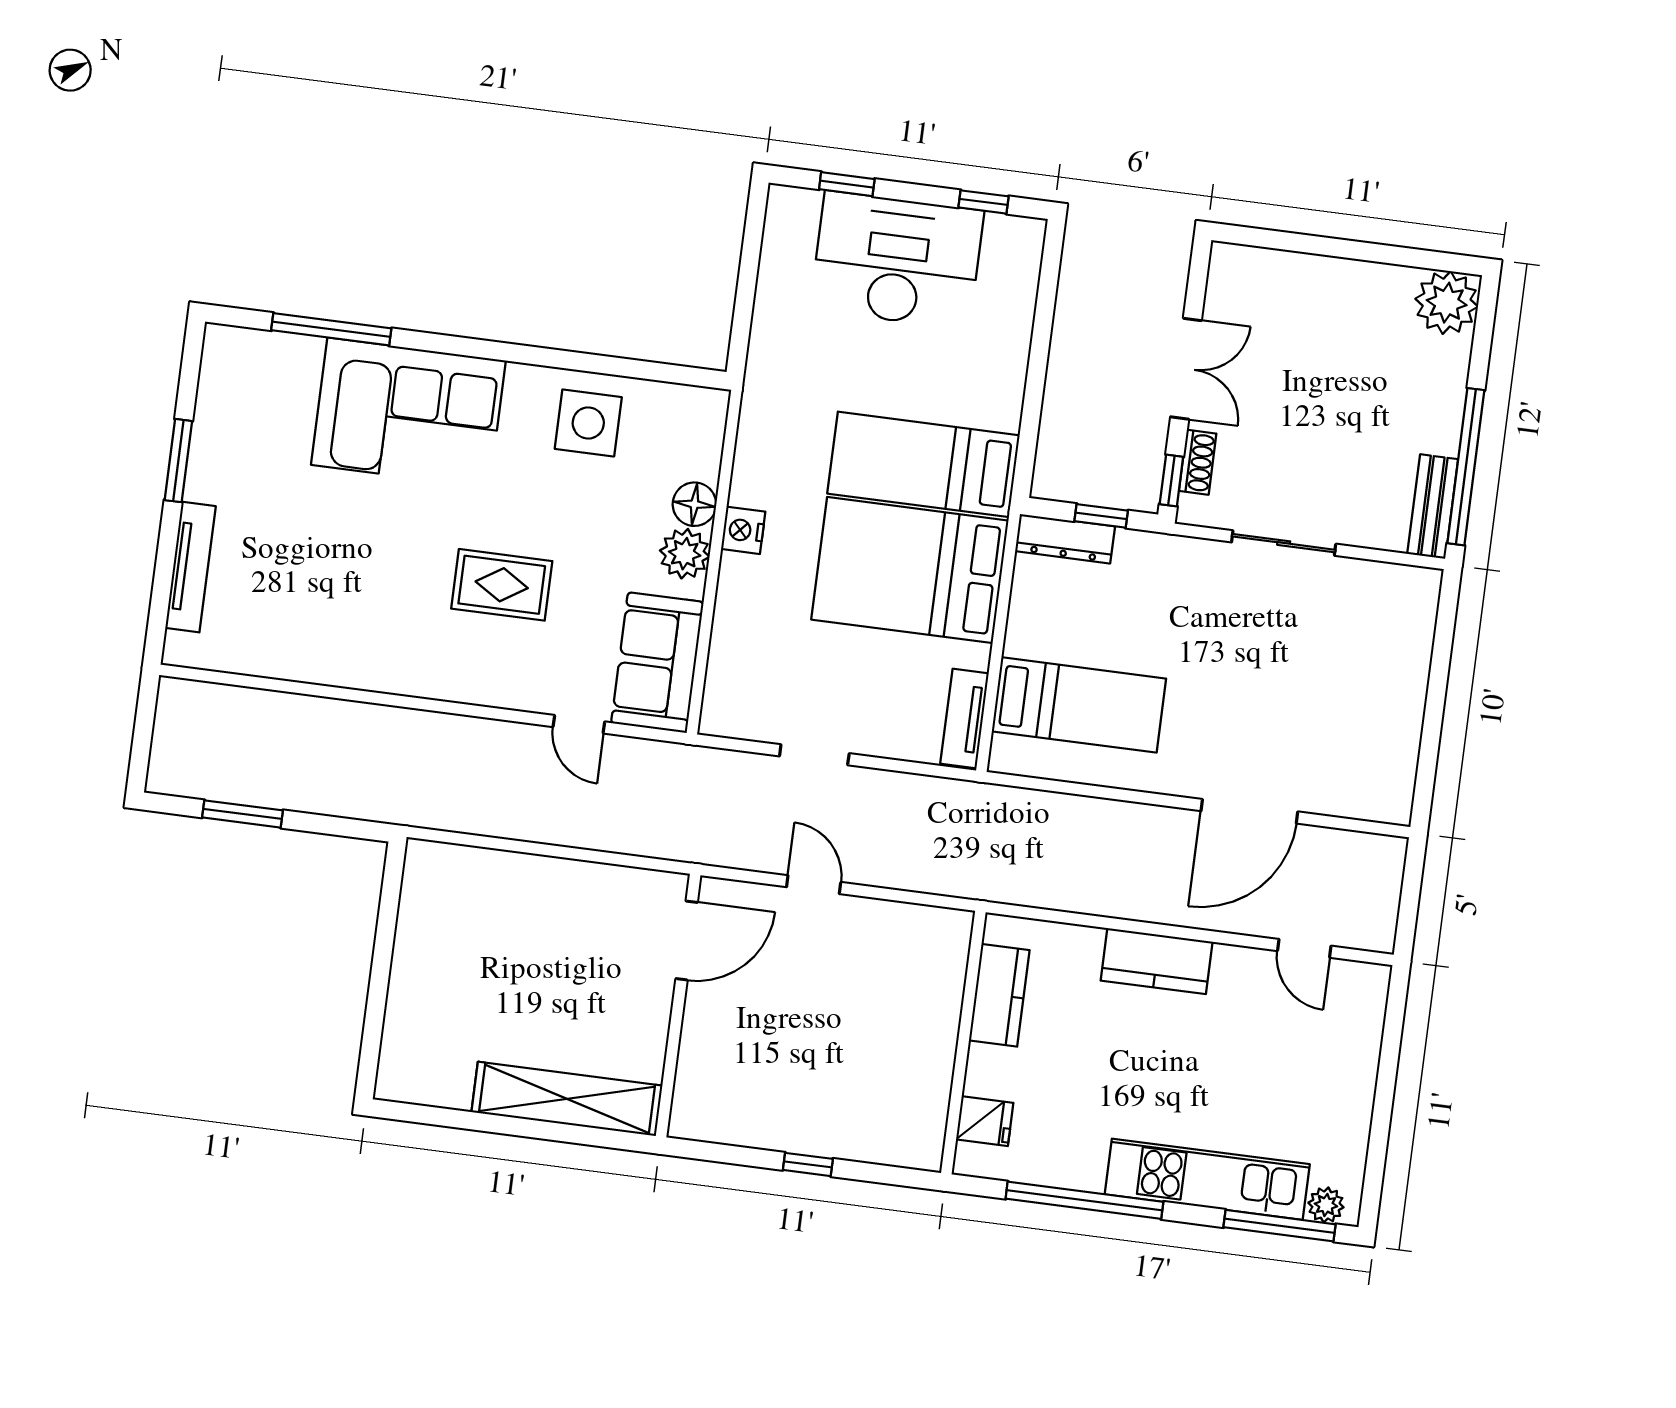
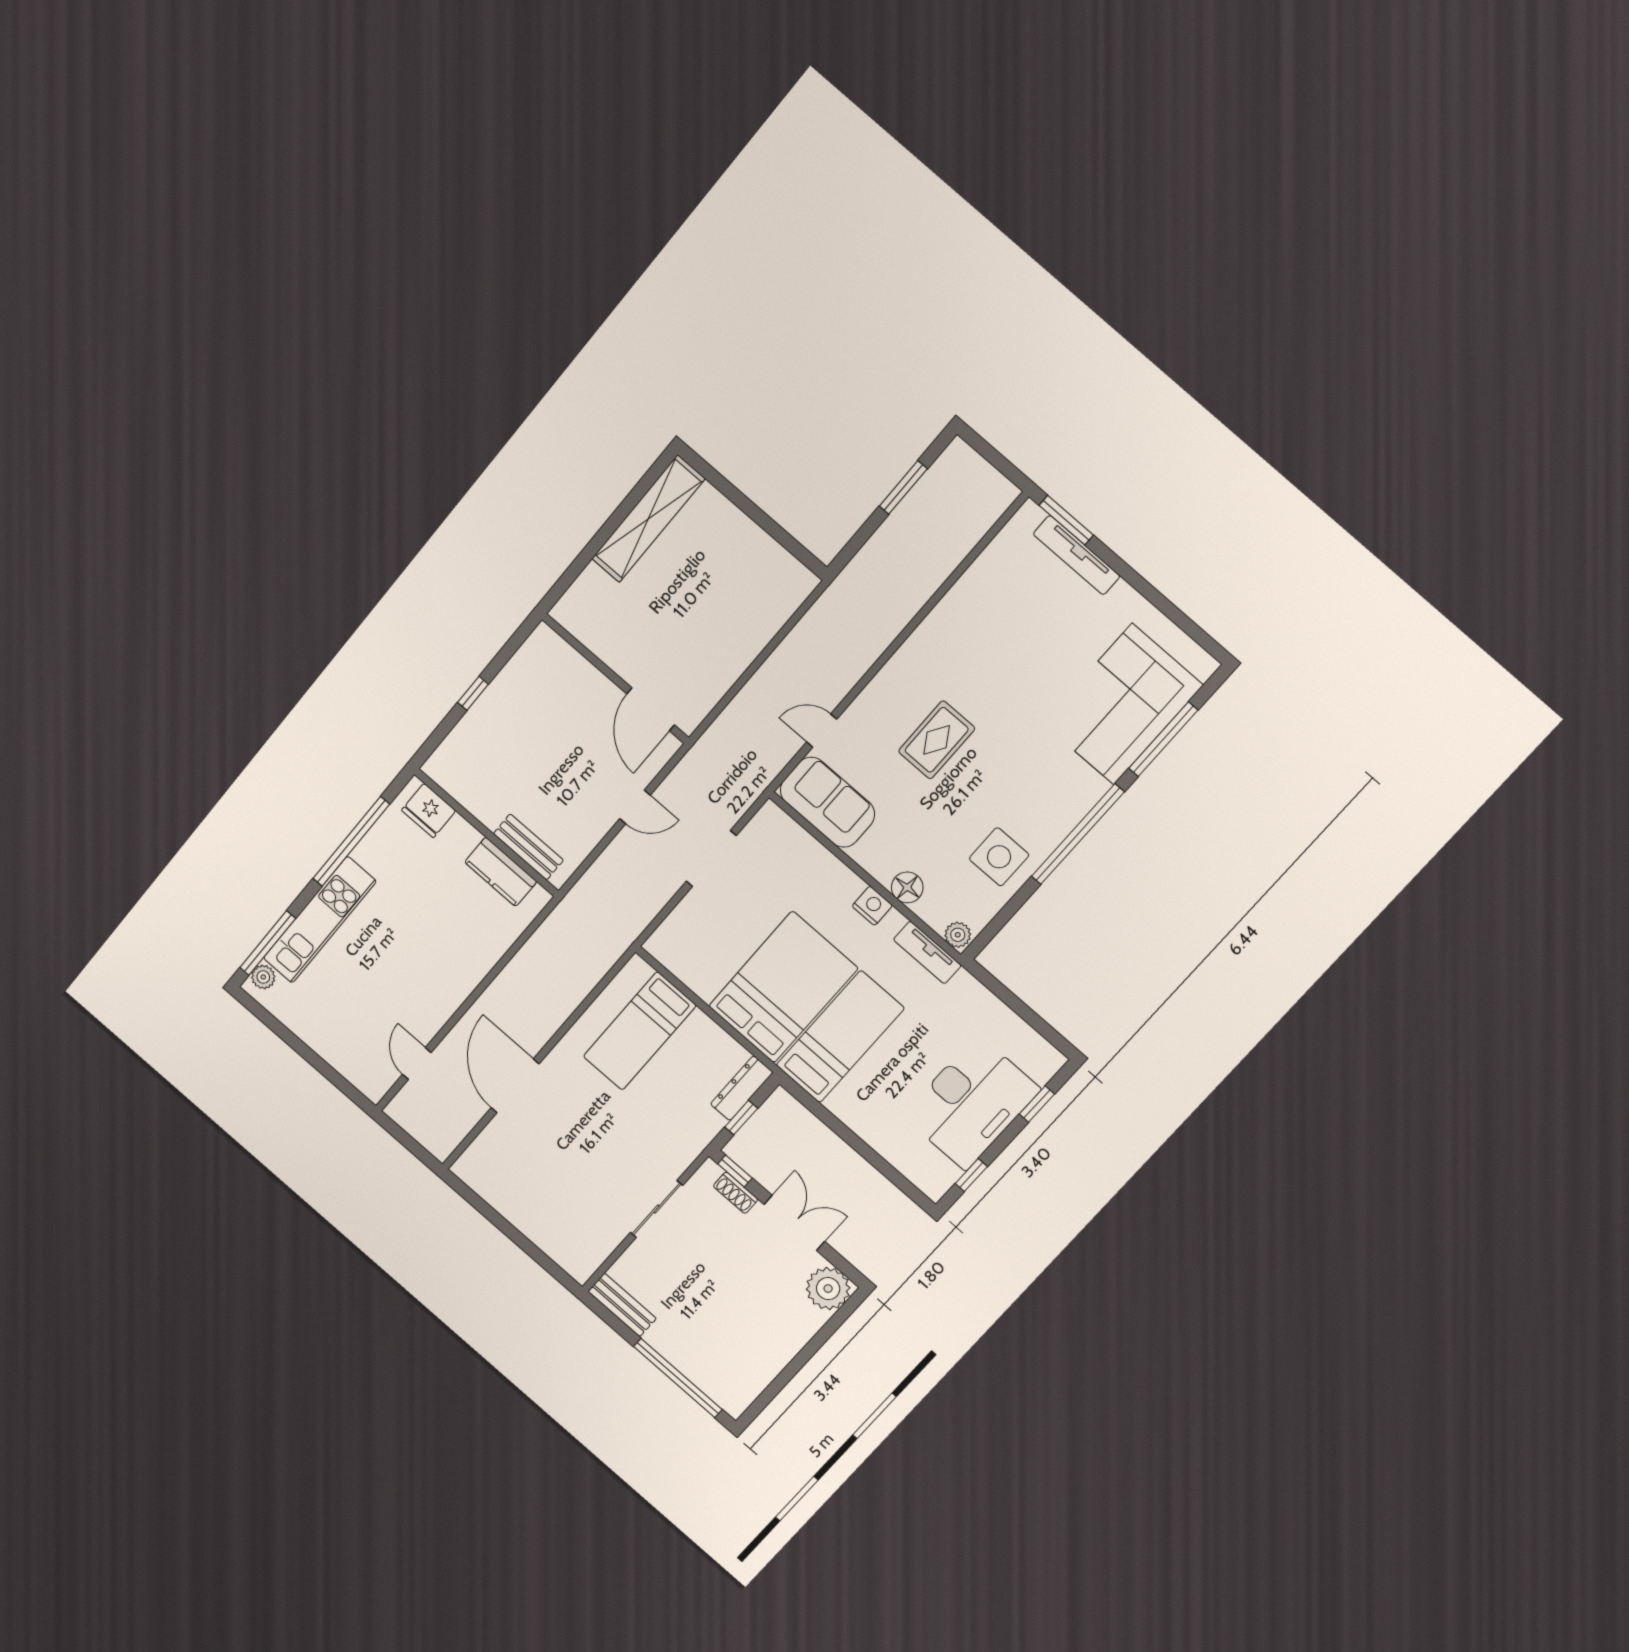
plant: (1447, 303) -> (828, 1289), moved
window: (502, 352) -> (1078, 834), added
double door: (1186, 369) -> (794, 1223), swing flipped
corner sofa: (408, 413) -> (1123, 704), moved
window: (178, 461) -> (1066, 520), moved
window: (1466, 467) -> (678, 1378), moved
plant: (685, 554) -> (958, 935), moved, width x0.73, depth x0.73
tv unit: (965, 719) -> (927, 952), moved, turned 180
doorway: (814, 755) -> (711, 858), width x1.38
door: (1304, 948) -> (417, 1063), hinge flipped
kitchen counter: (1157, 961) -> (463, 975), removed
bench: (947, 981) -> (528, 847), added
shelving: (567, 1099) -> (648, 519), moved
fridge: (985, 1121) -> (429, 810), width x1.38

